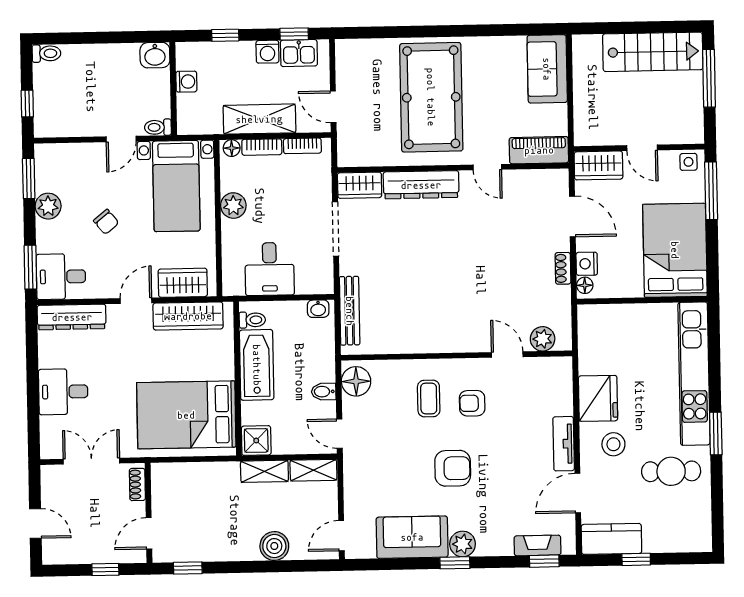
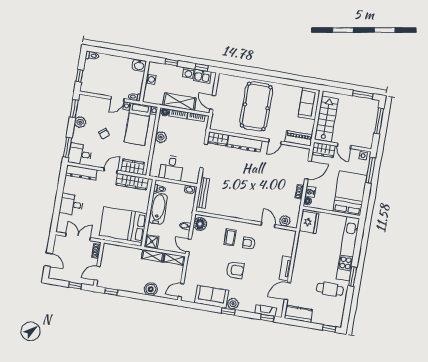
window: (662, 27) -> (363, 95), added
stairs: (653, 52) -> (326, 119), moved, turned -90
door: (487, 167) -> (275, 141), hinge flipped
door: (572, 217) -> (308, 170), hinge flipped
fridge: (598, 398) -> (309, 222), moved
stool: (613, 444) -> (307, 273), removed
window: (636, 559) -> (329, 328), moved

